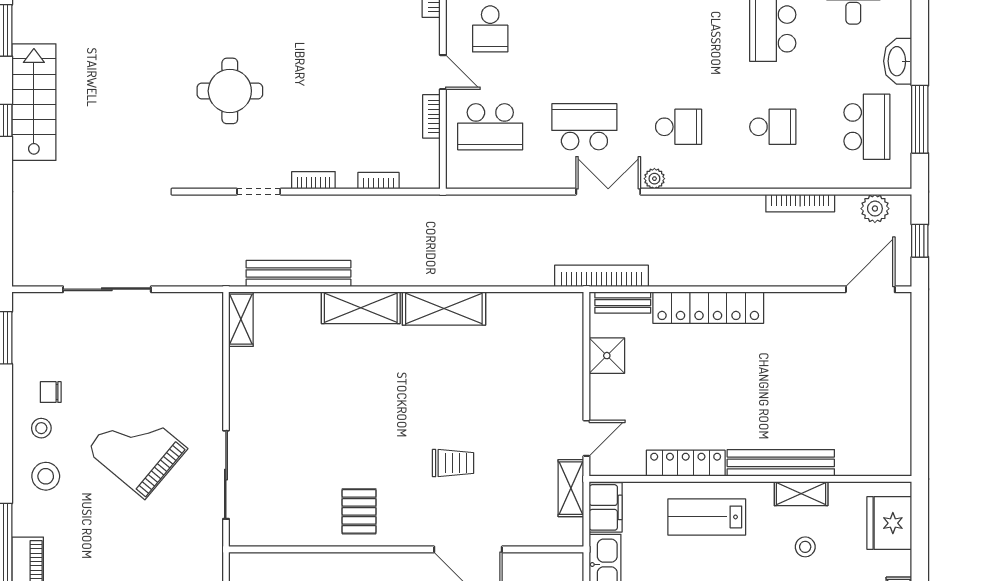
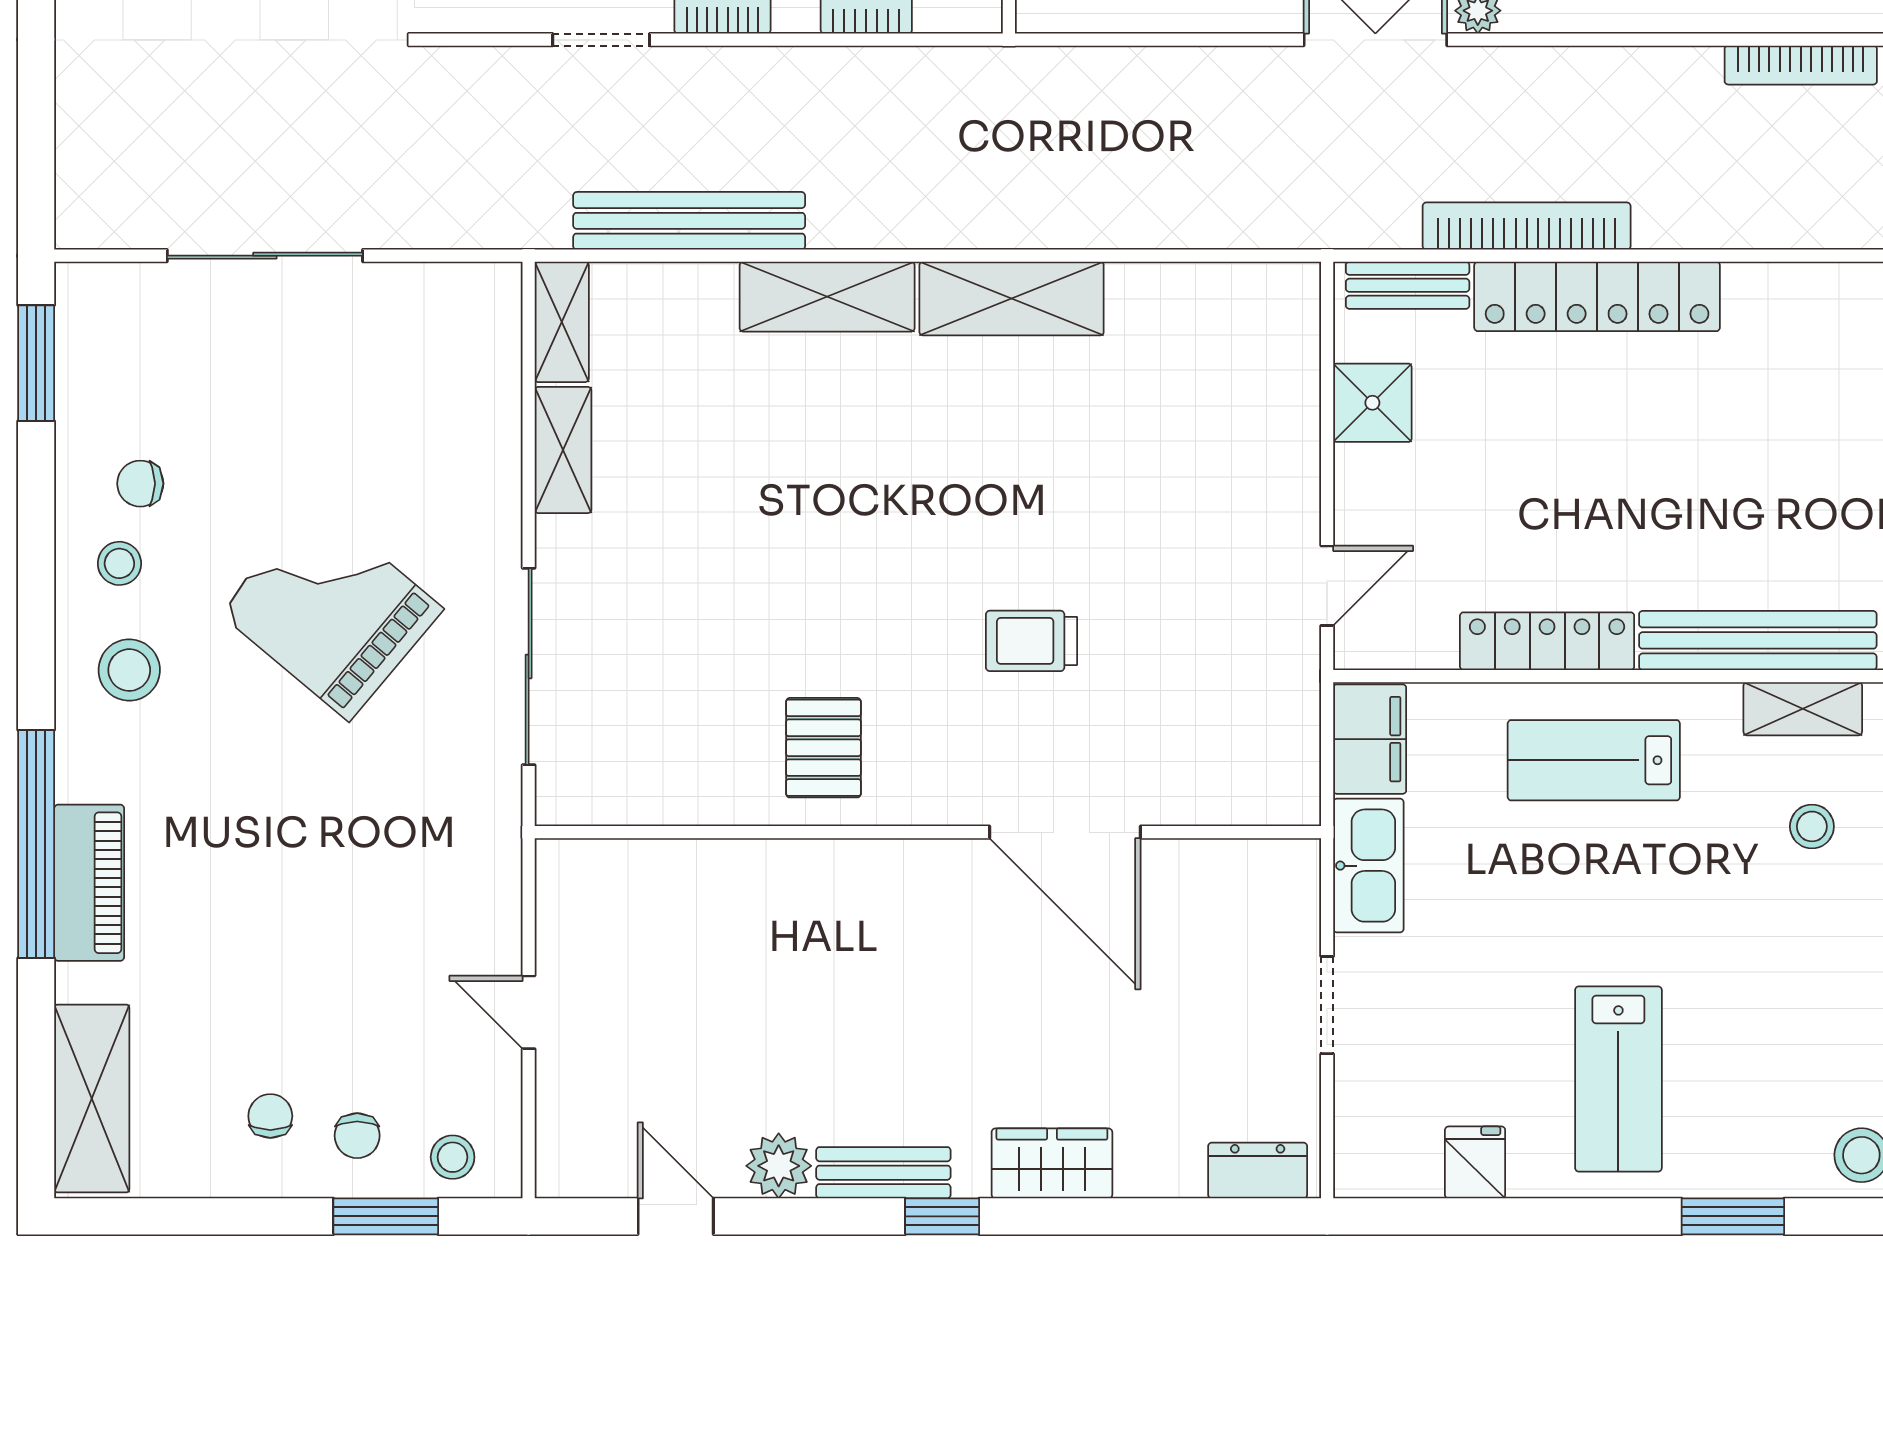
bookcase: (601, 276) -> (1527, 226), moved
trolley: (453, 463) -> (1032, 641), turned 180
shelving: (571, 488) -> (563, 450), moved

